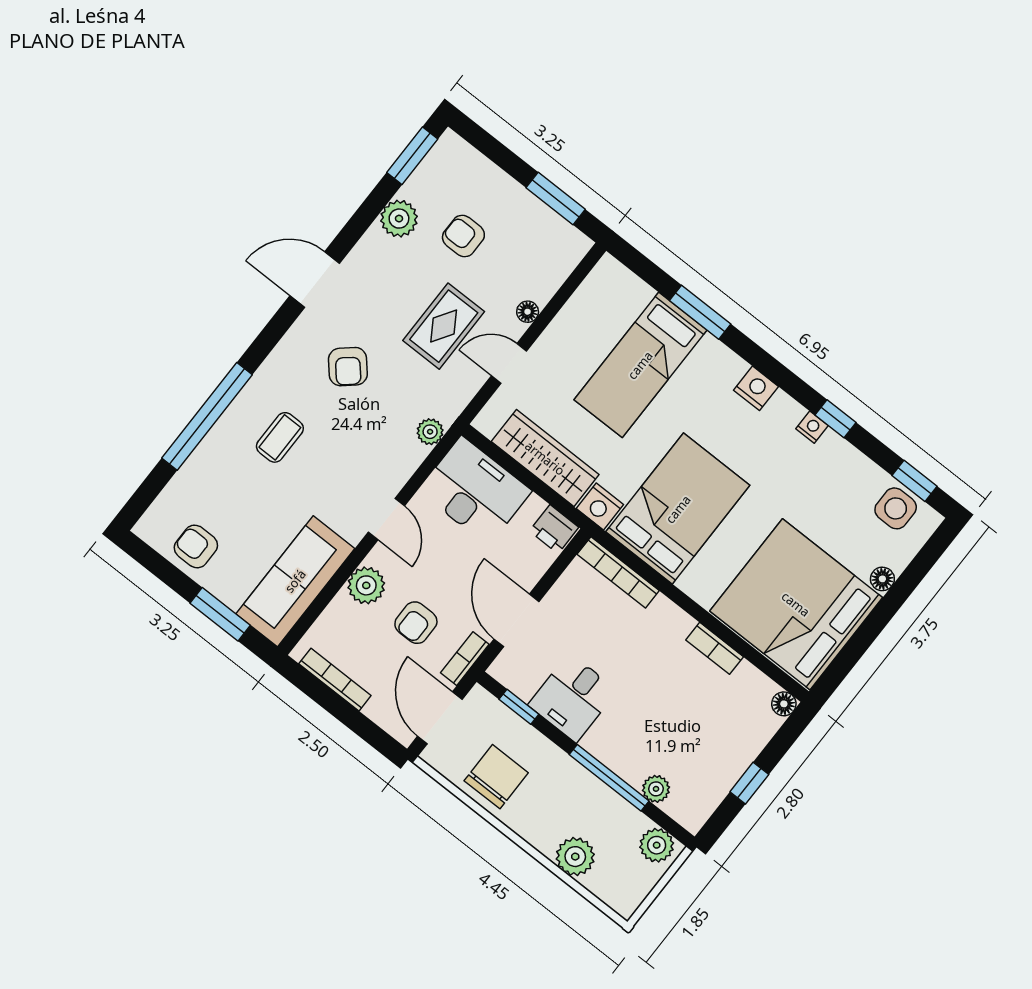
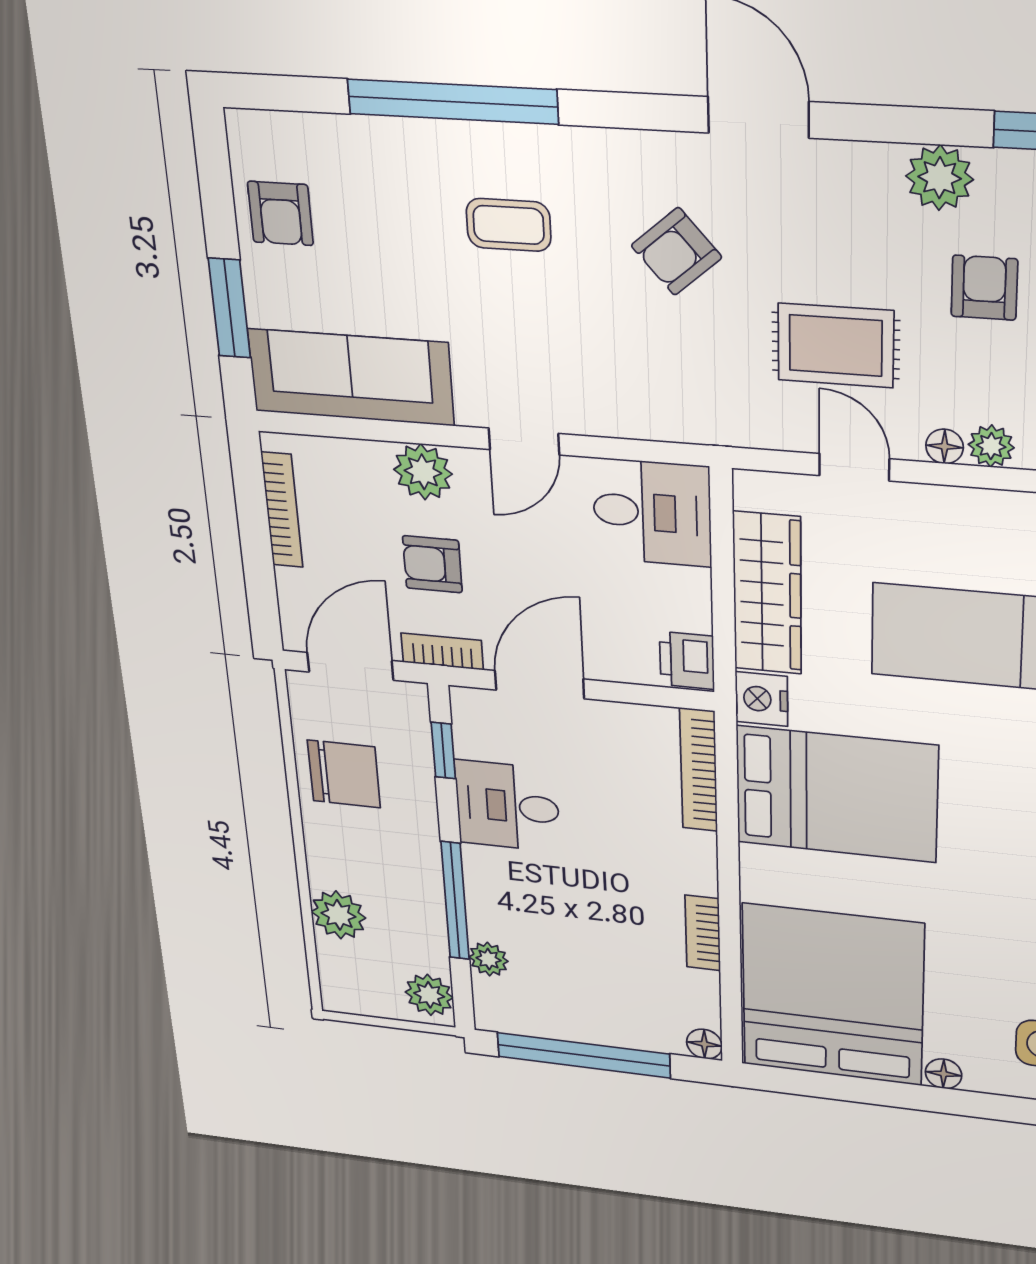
plant: (430, 432) -> (991, 446), moved
desk: (475, 491) -> (652, 512), width x0.73
armchair: (196, 546) -> (280, 213), turned 180
window: (749, 783) -> (584, 1055), width x3.17

